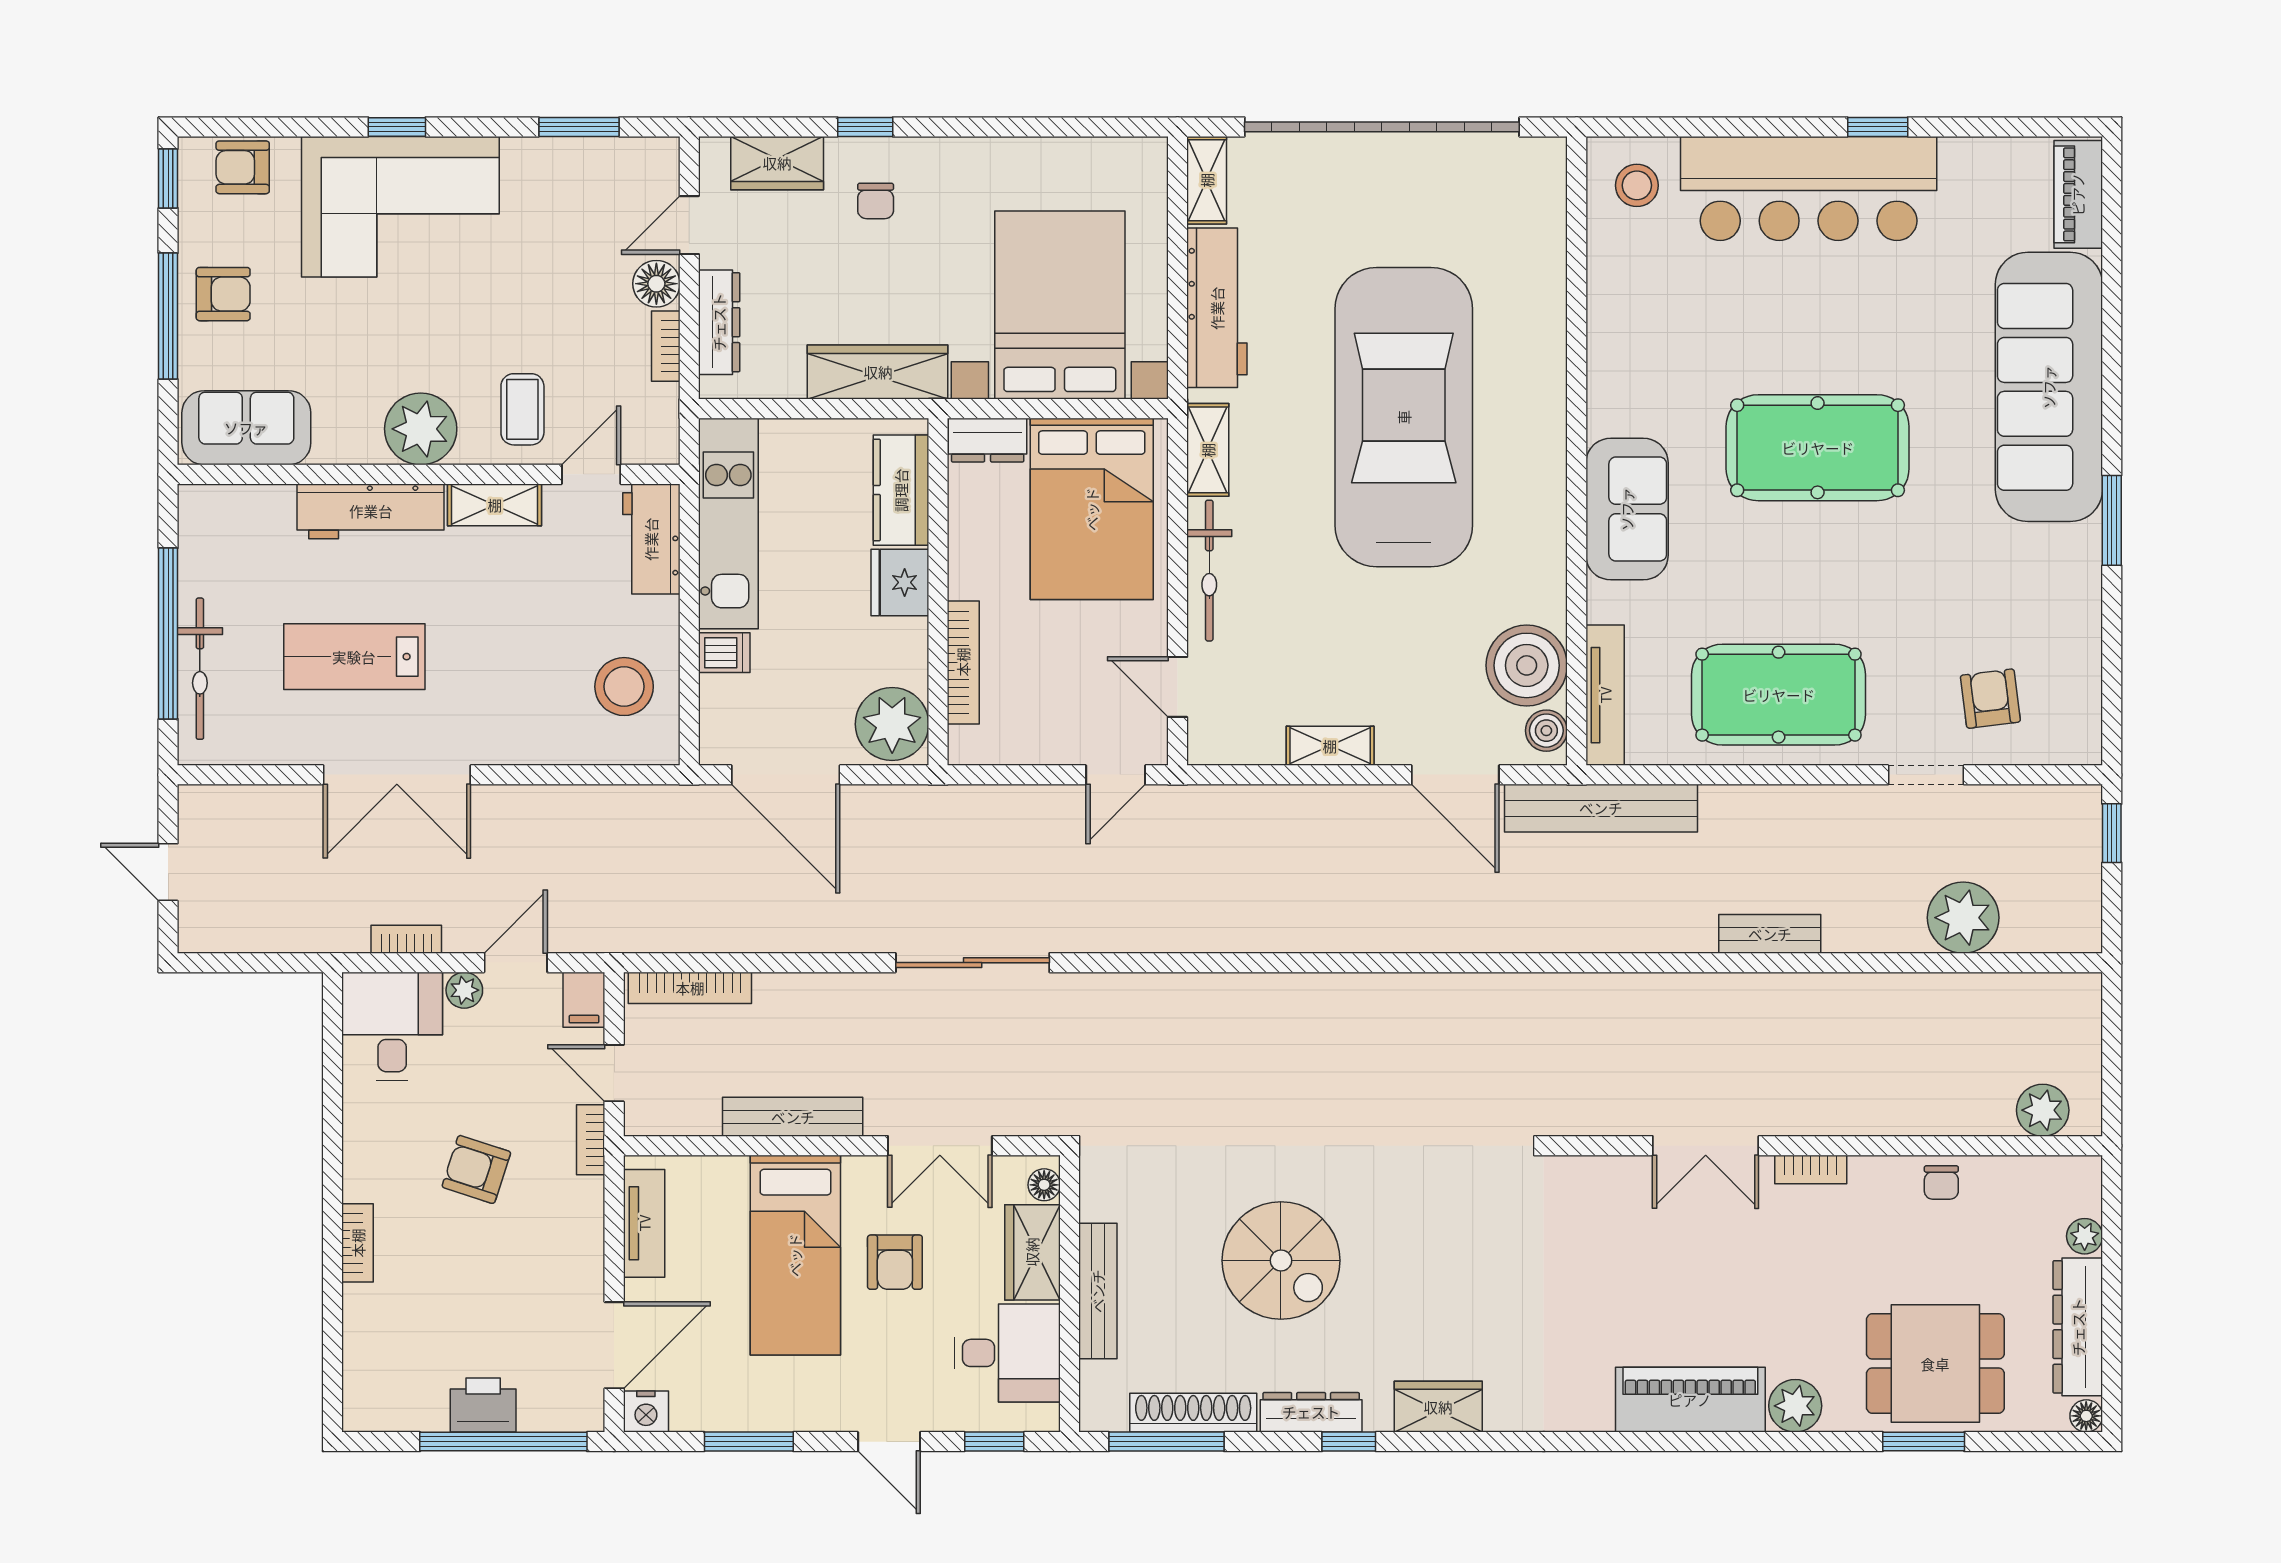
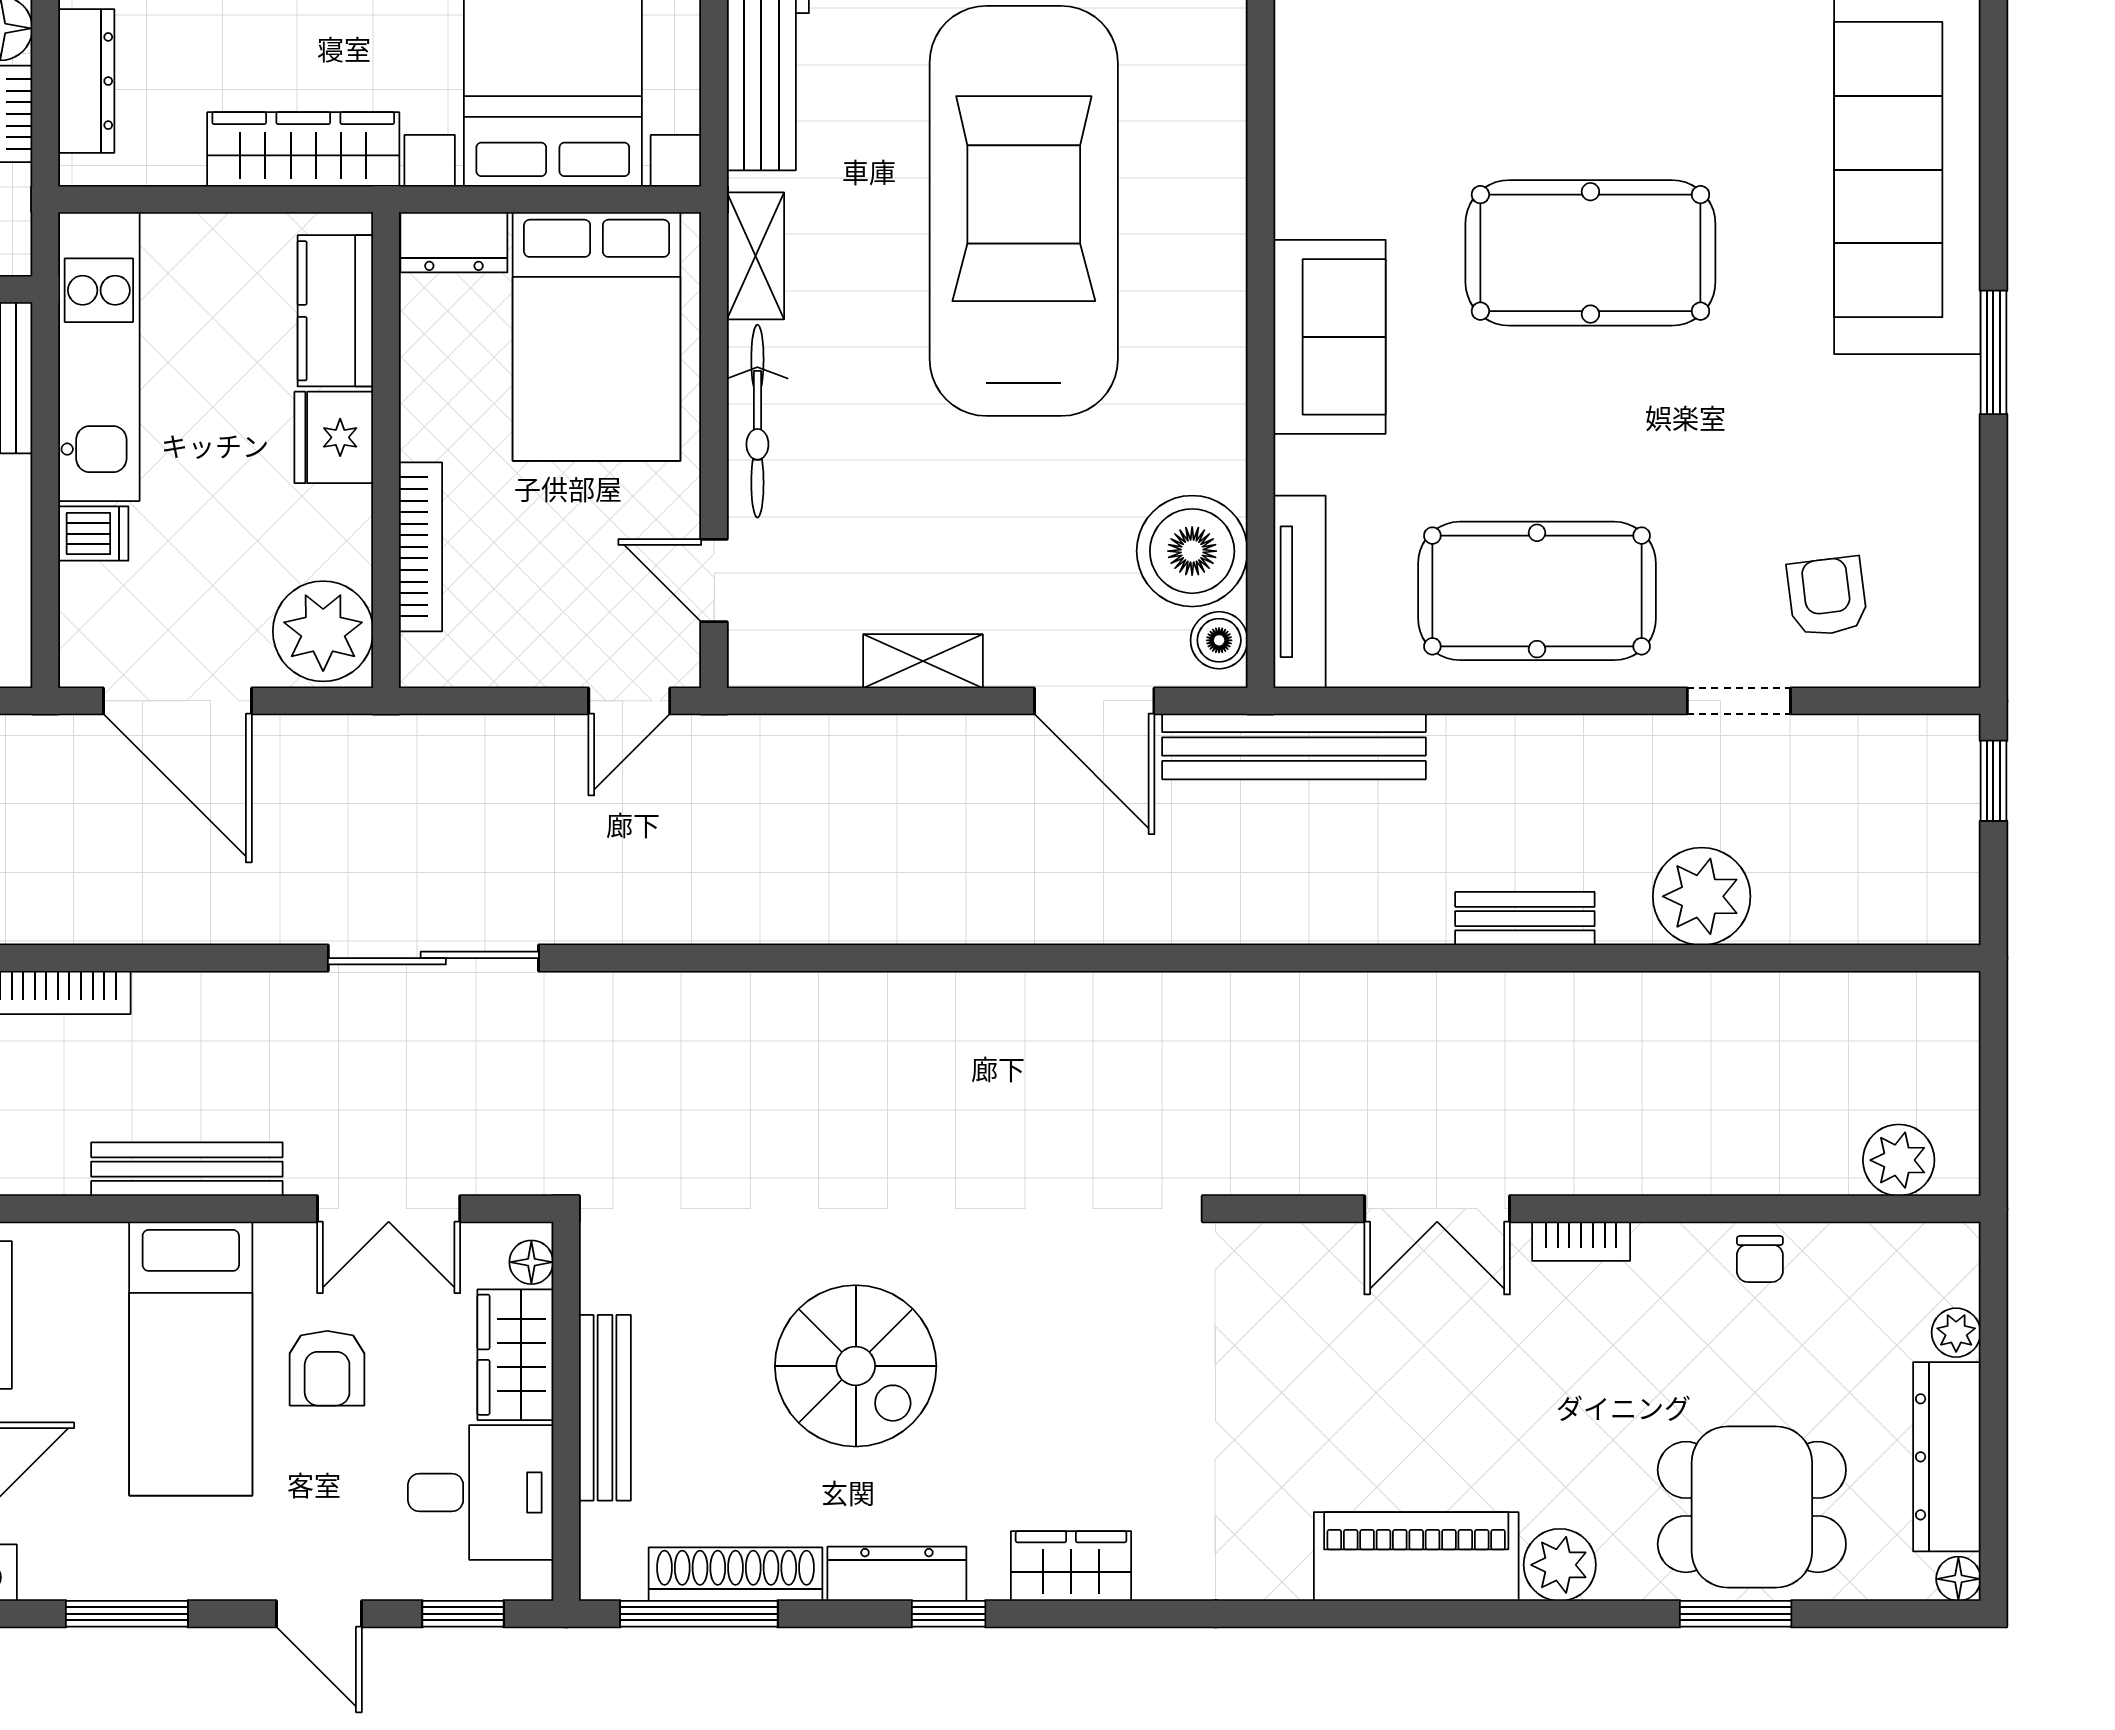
plant: (1963, 918) -> (1702, 896), moved

